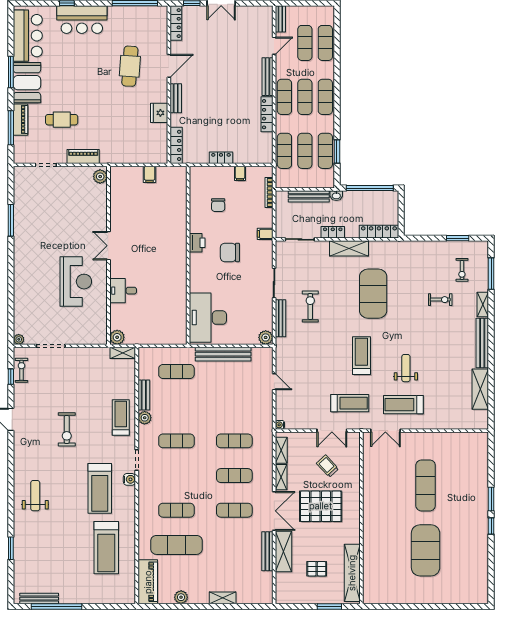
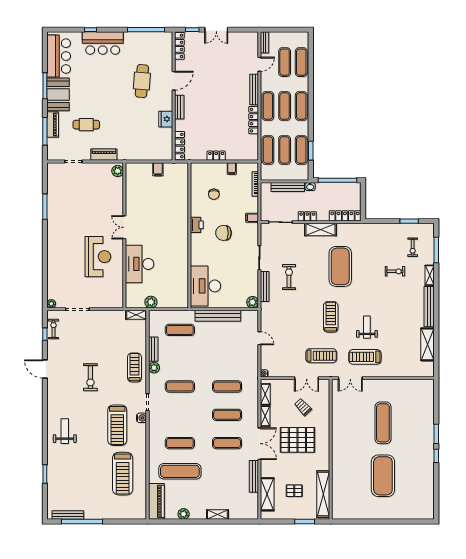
desk: (123, 291) -> (140, 264), width x1.87, depth x1.30
plant: (117, 337) -> (151, 302), moved
shelving: (284, 551) -> (267, 494), moved

